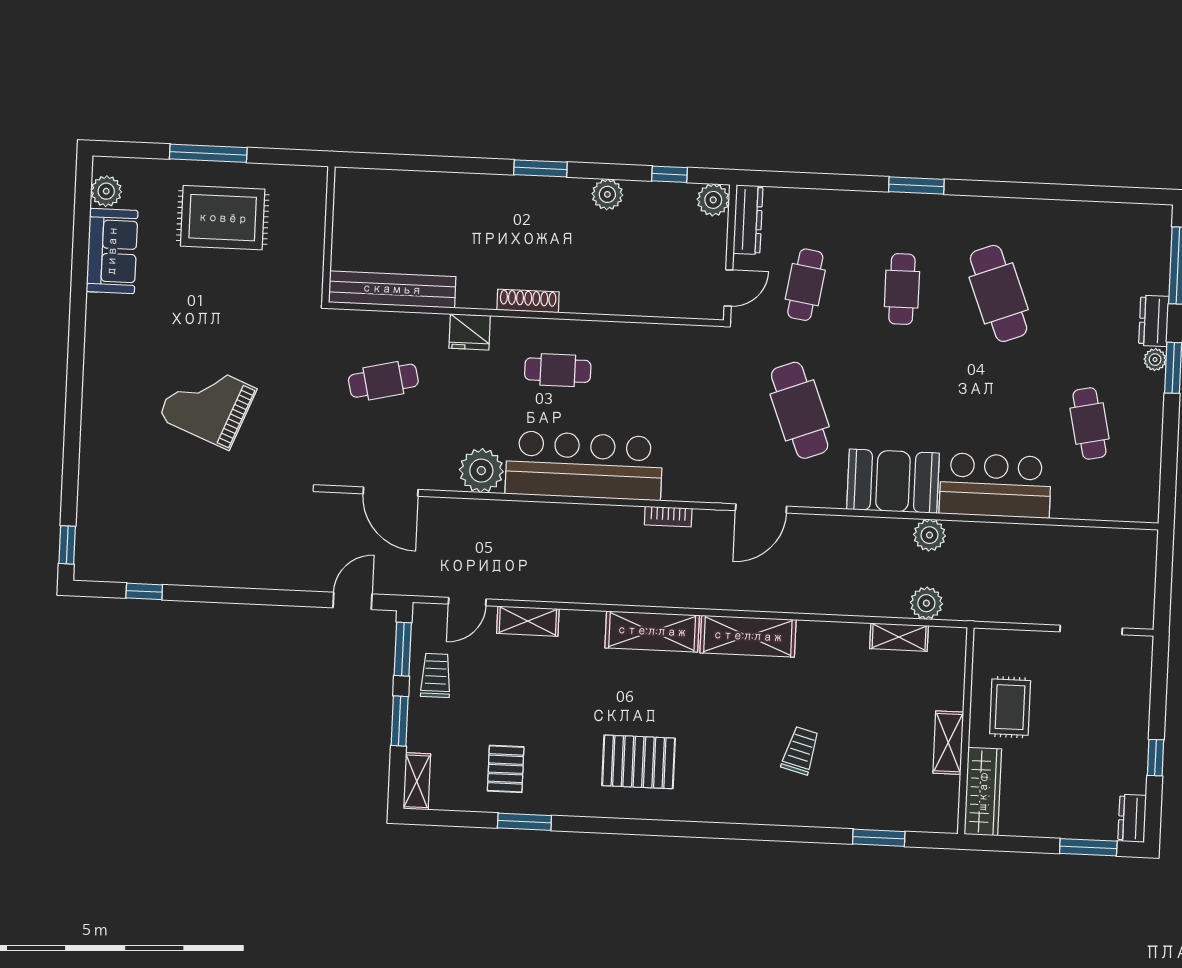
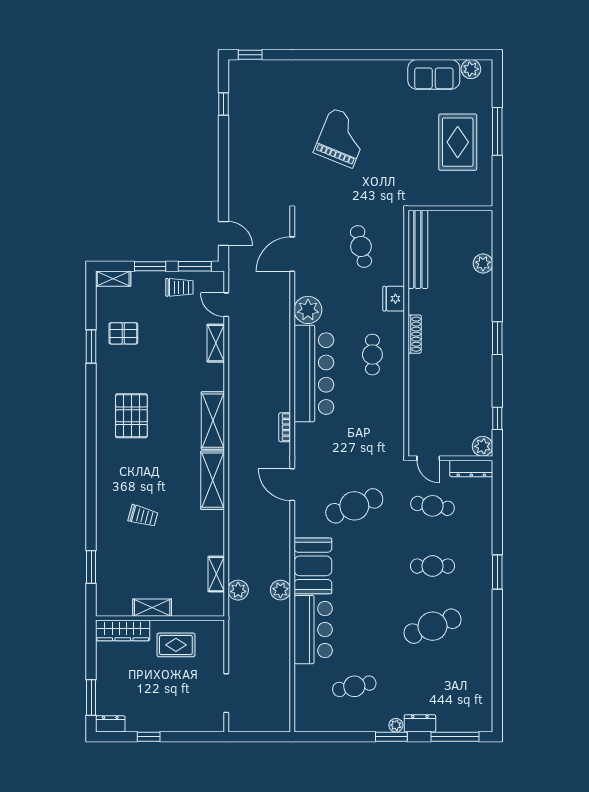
plant: (607, 194) -> (483, 264), moved

